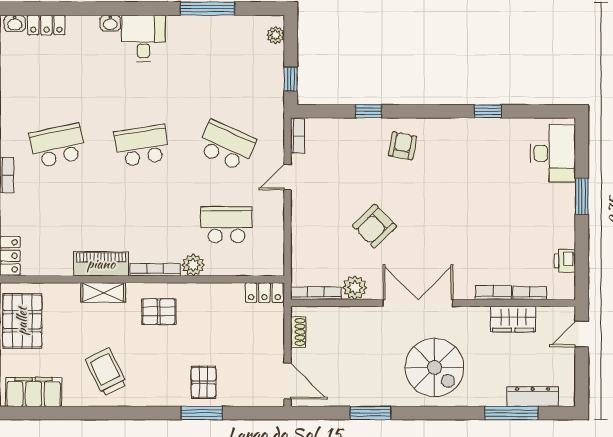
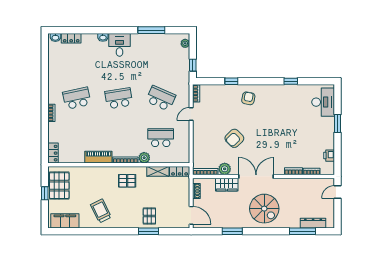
shelving: (103, 292) -> (158, 171), moved
wardrobe: (513, 319) -> (227, 185), moved

